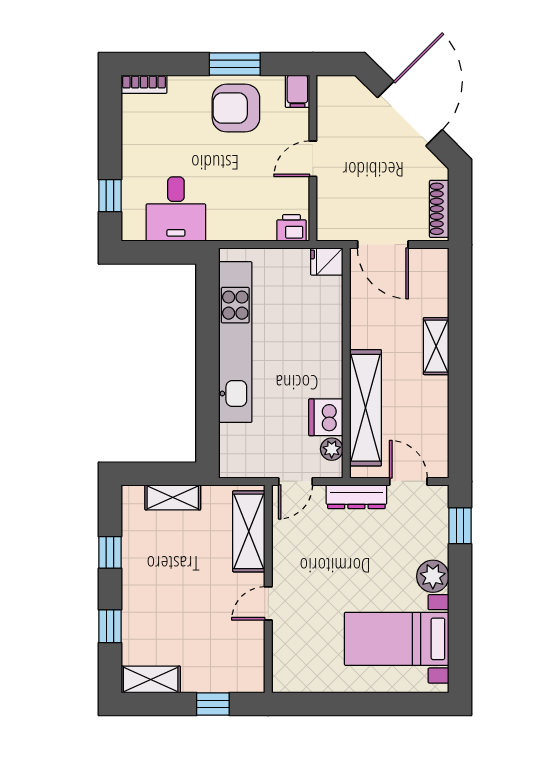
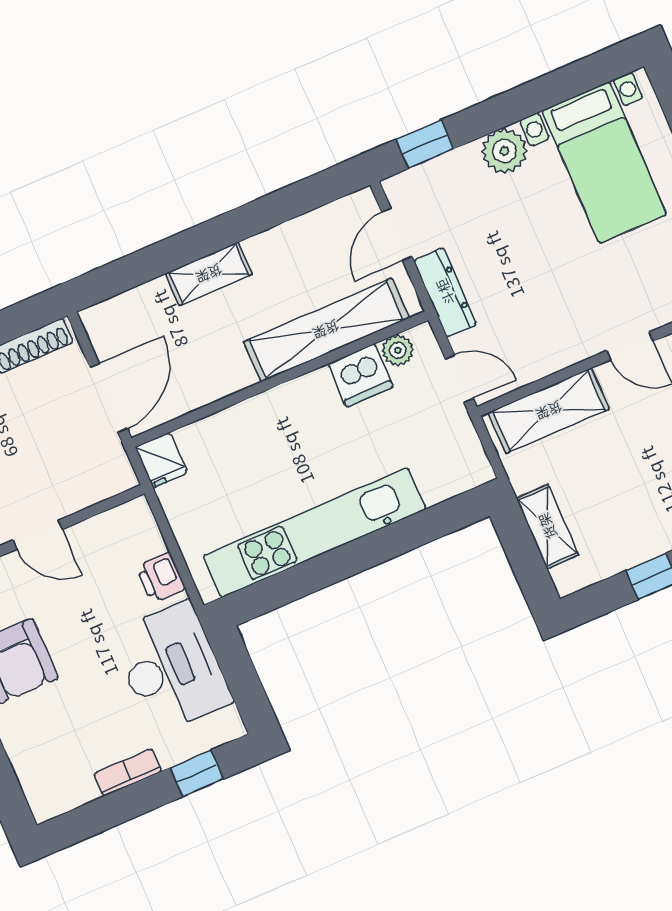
bookcase: (144, 84) -> (128, 772), moved, turned -90
desk: (176, 209) -> (171, 668), width x1.37
printer: (291, 228) -> (161, 578), moved

